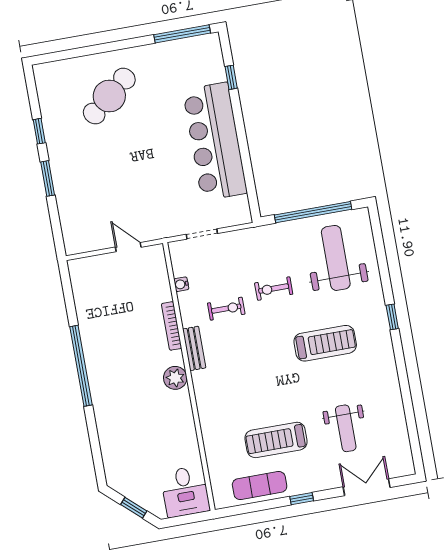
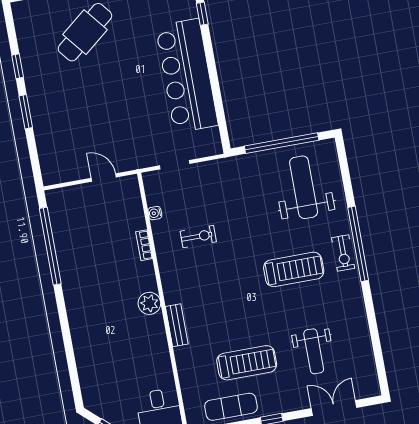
exercise bike: (274, 289) -> (343, 253), moved, turned -90
window: (392, 317) -> (358, 244), width x3.17
bookcase: (172, 326) -> (144, 245), width x0.64
bench: (194, 348) -> (177, 325), moved
window: (81, 366) -> (50, 246), moved
treadmill: (276, 440) -> (247, 363), turned 180

